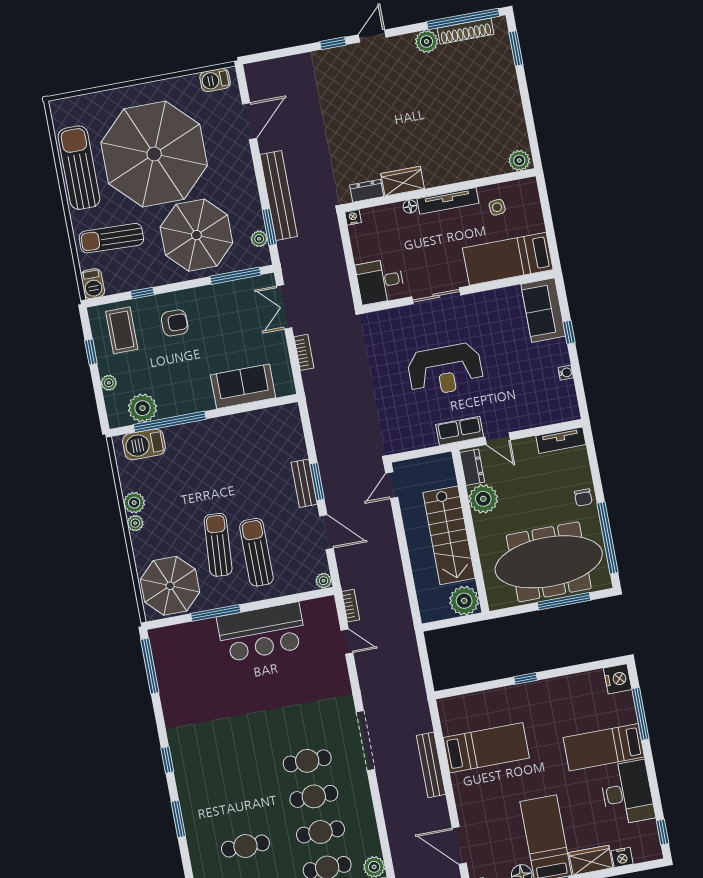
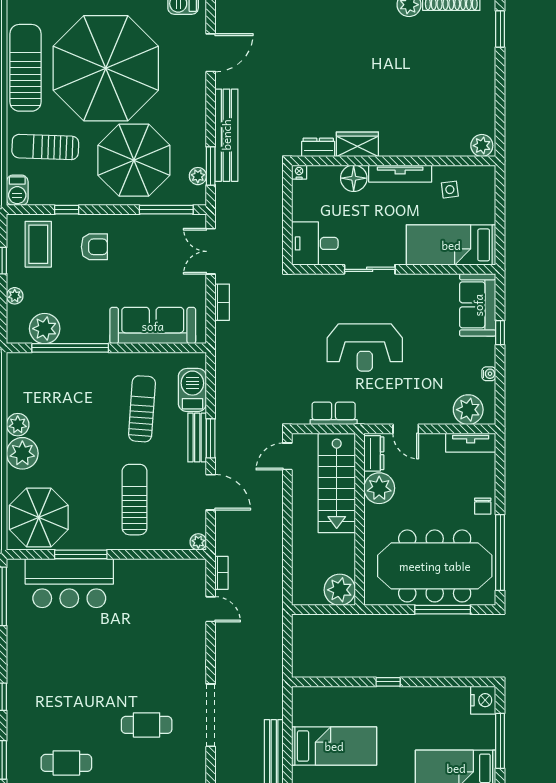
floor lamp: (410, 207) -> (354, 178), width x1.89, depth x1.89
sofa: (243, 386) -> (153, 326), width x1.36
plant: (553, 410) -> (468, 410), added
row of seats: (460, 431) -> (334, 413), moved
barbecue: (144, 444) -> (192, 390), moved, turned 90
plant: (135, 523) -> (22, 453), width x1.87, depth x1.87
stairs: (449, 535) -> (337, 483), moved
sun lounger: (218, 545) -> (142, 409), moved
bar counter: (262, 632) -> (69, 583), moved
cafe table: (314, 796) -> (66, 763), moved

